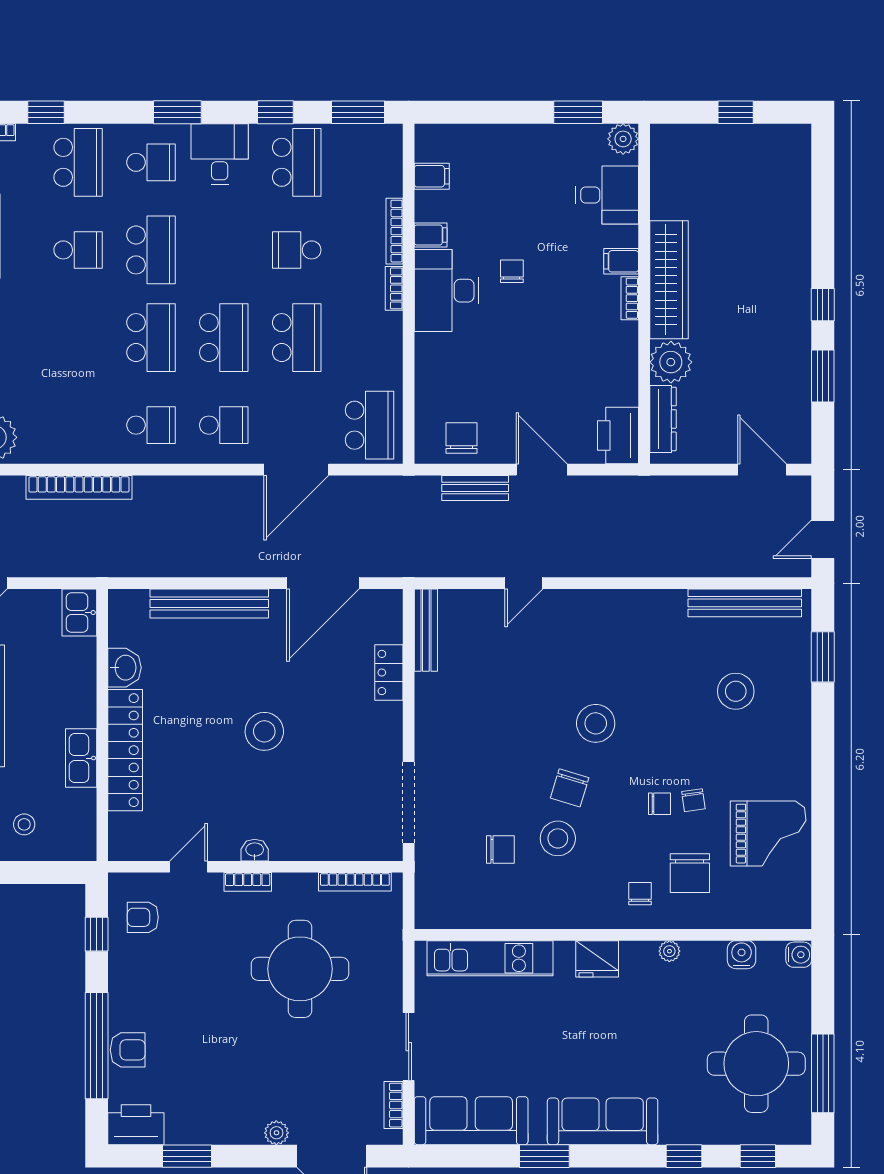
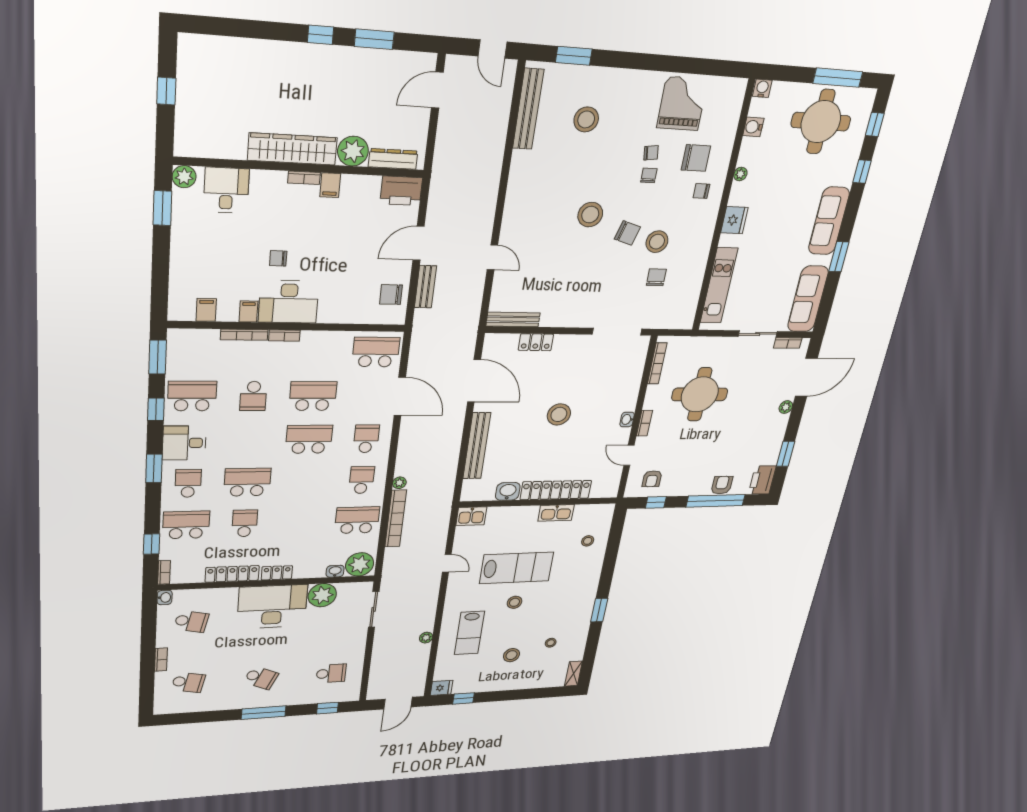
filing cabinet: (621, 261) -> (330, 185), moved
school desk: (151, 338) -> (357, 520), moved
plant: (145, 486) -> (399, 483), added

